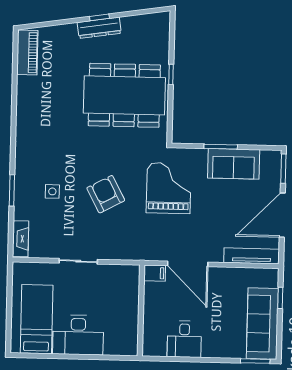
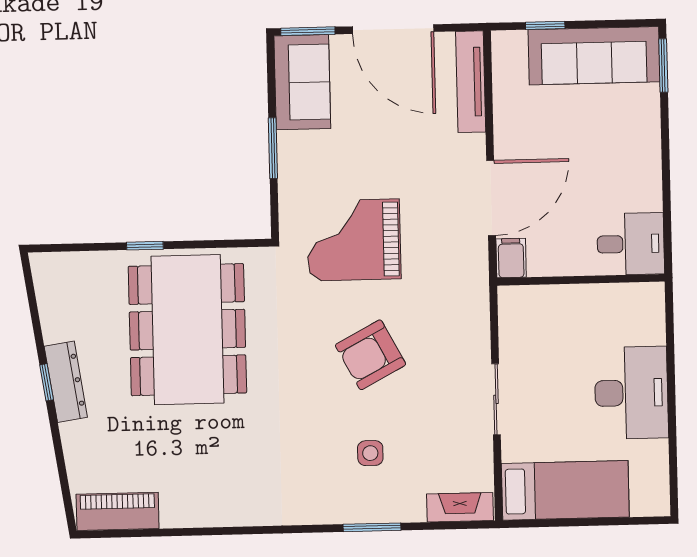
sofa: (234, 164) -> (302, 82), moved
bed: (37, 319) -> (565, 490), moved, turned 180
desk: (184, 339) -> (631, 244), moved

